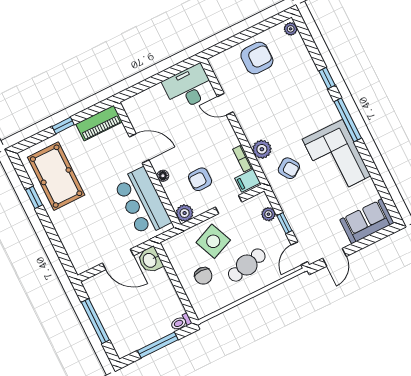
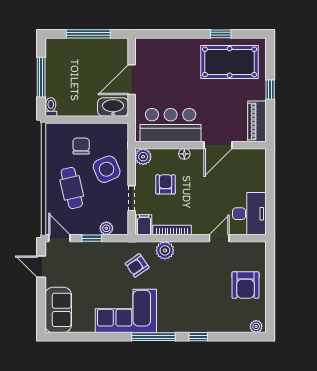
bookcase: (243, 158) -> (172, 230), width x1.56
washbasin: (150, 260) -> (113, 107), width x1.38
chair: (203, 276) -> (81, 146), turned 90

